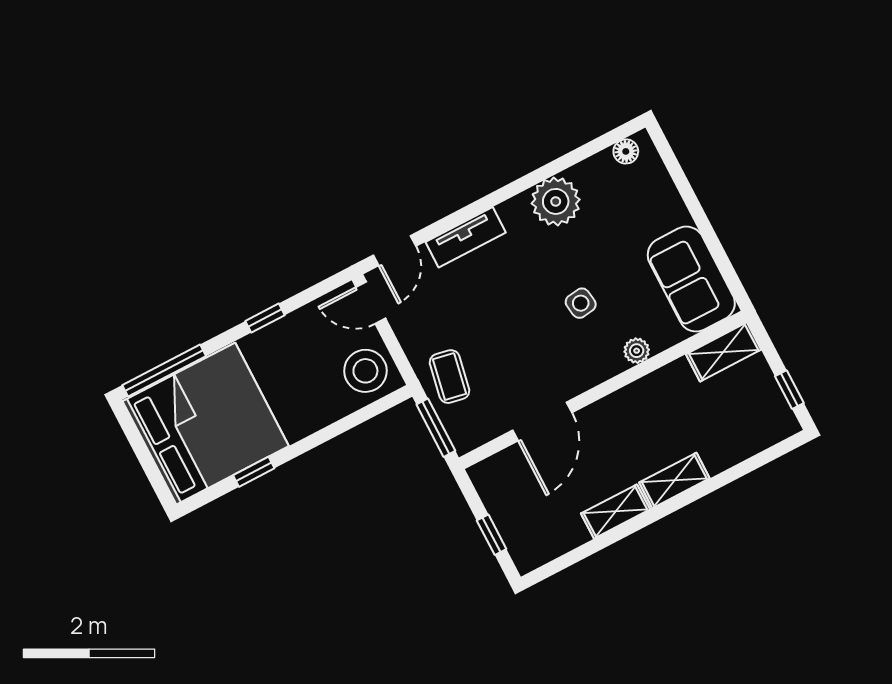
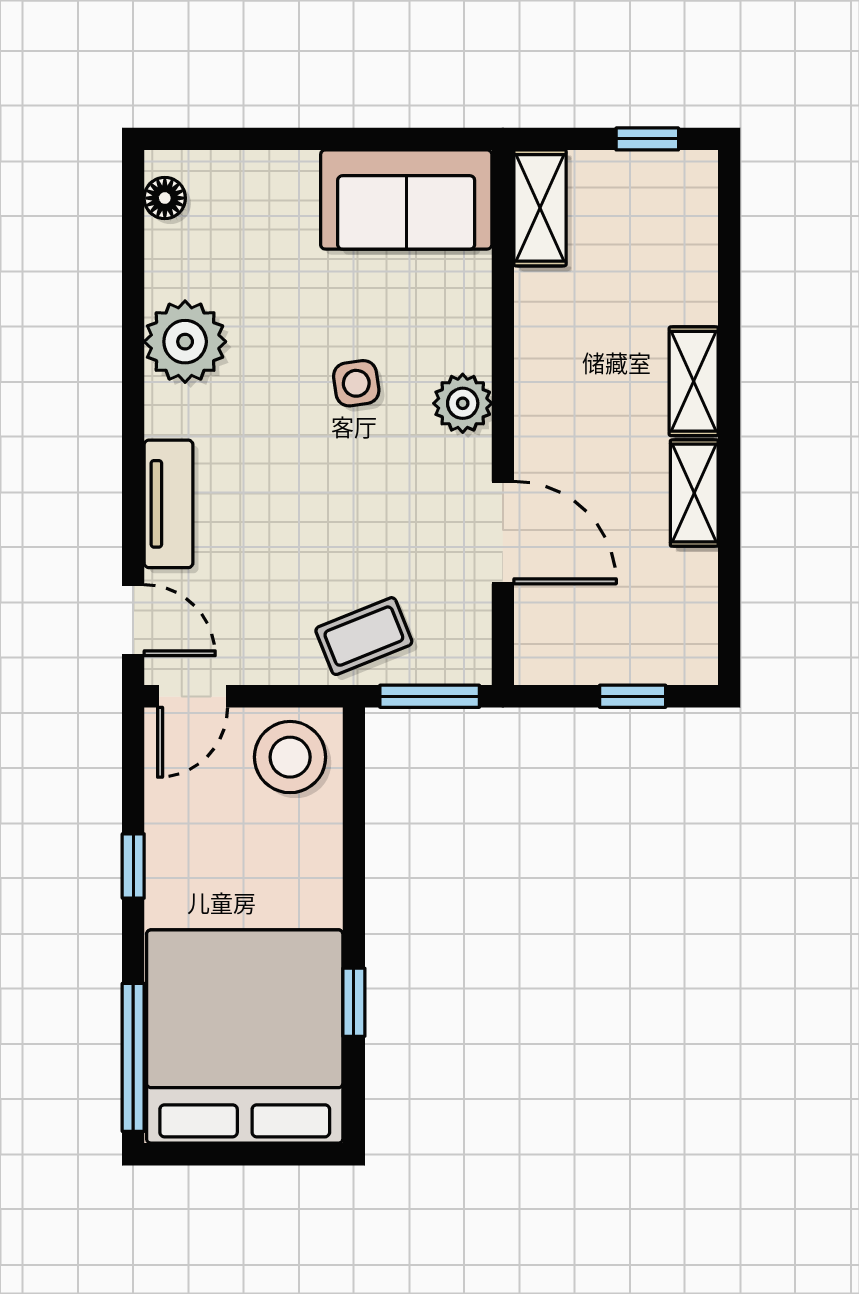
plant: (637, 351) -> (463, 403), moved, width x1.38, depth x1.38
coffee table: (450, 377) -> (364, 636), turned -33

